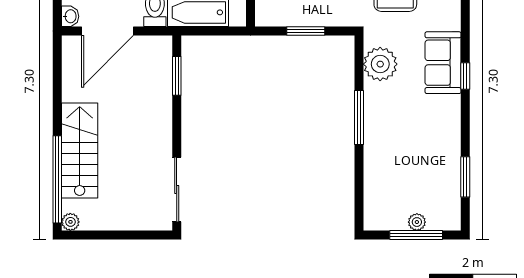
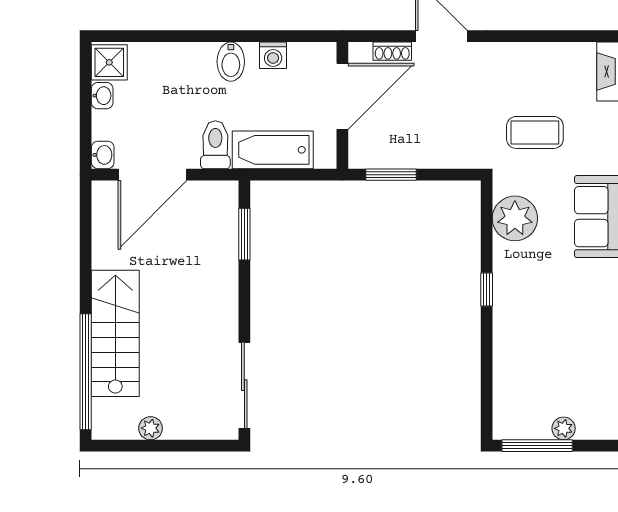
window: (306, 31) -> (391, 175), moved
window: (359, 117) -> (487, 289), width x0.46
plant: (70, 222) -> (151, 428), moved
window: (416, 235) -> (537, 446), moved

